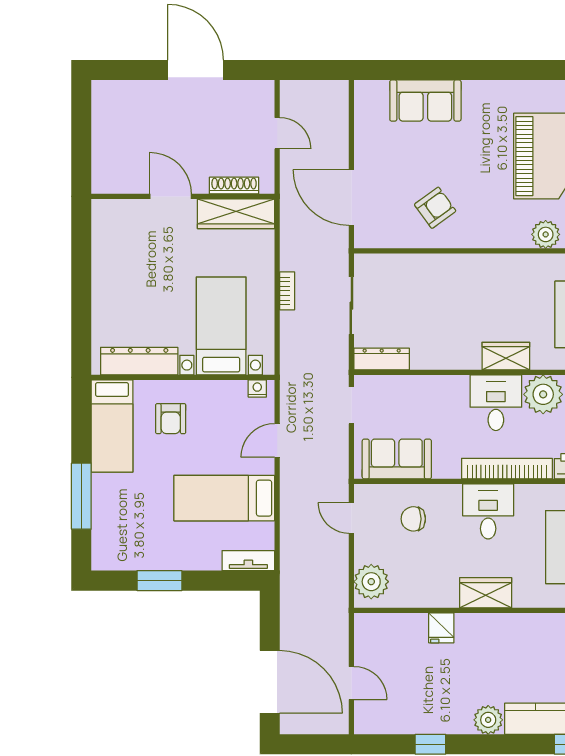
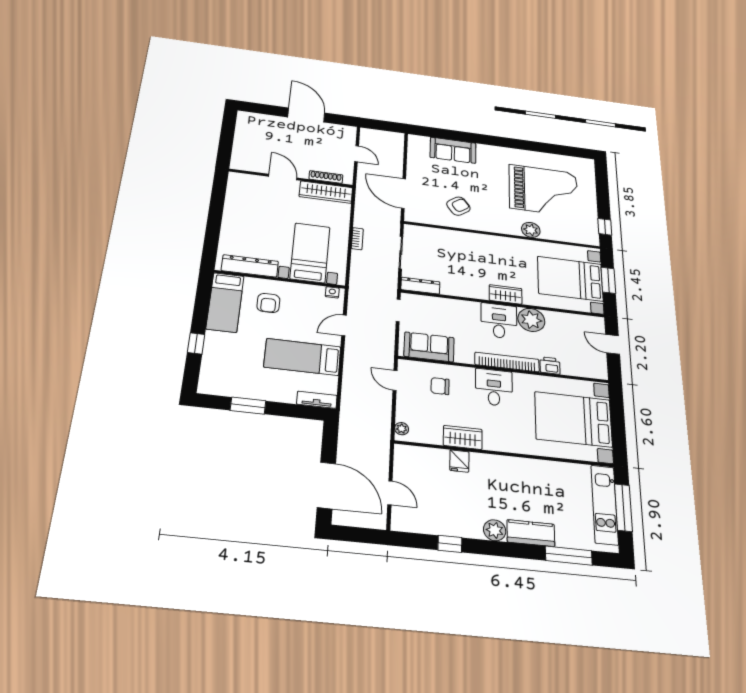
window: (81, 496) -> (196, 343), width x0.46
plant: (371, 582) -> (402, 429), width x0.53, depth x0.53
wardrobe: (486, 593) -> (463, 437), moved

